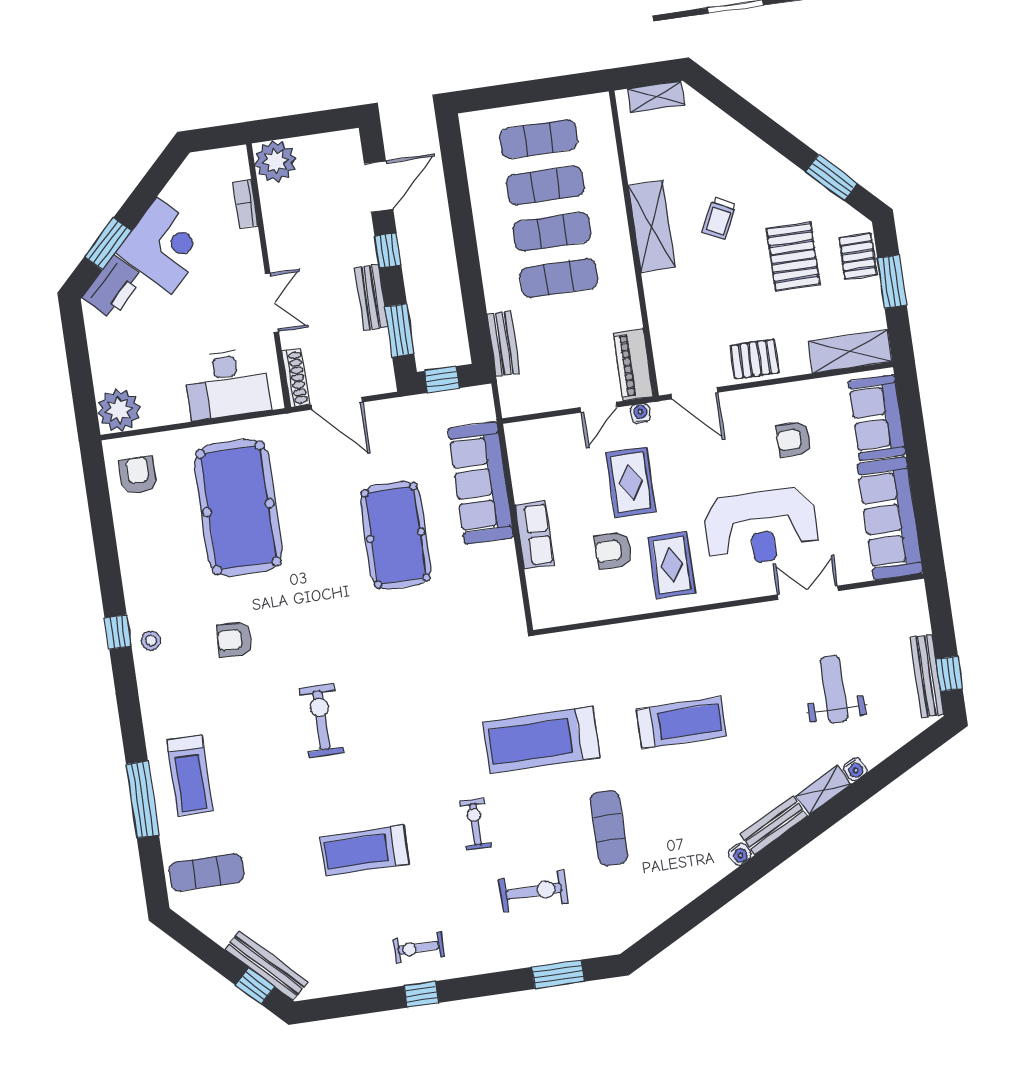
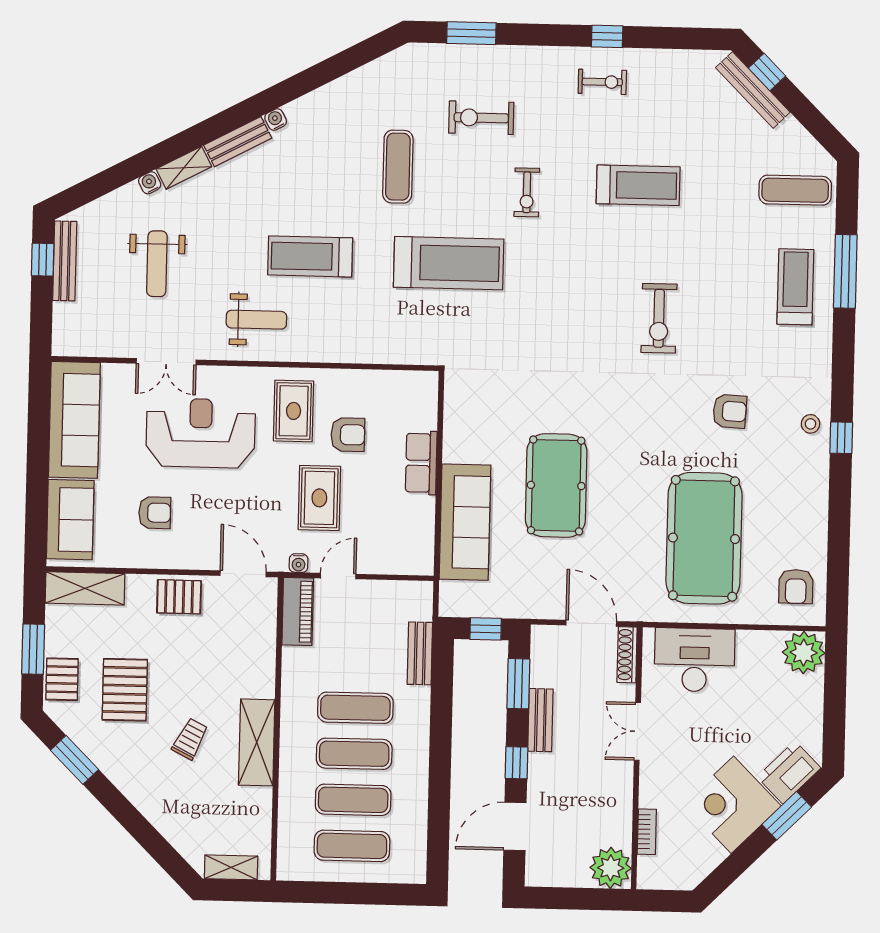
weight bench: (725, 650) -> (256, 320), added

